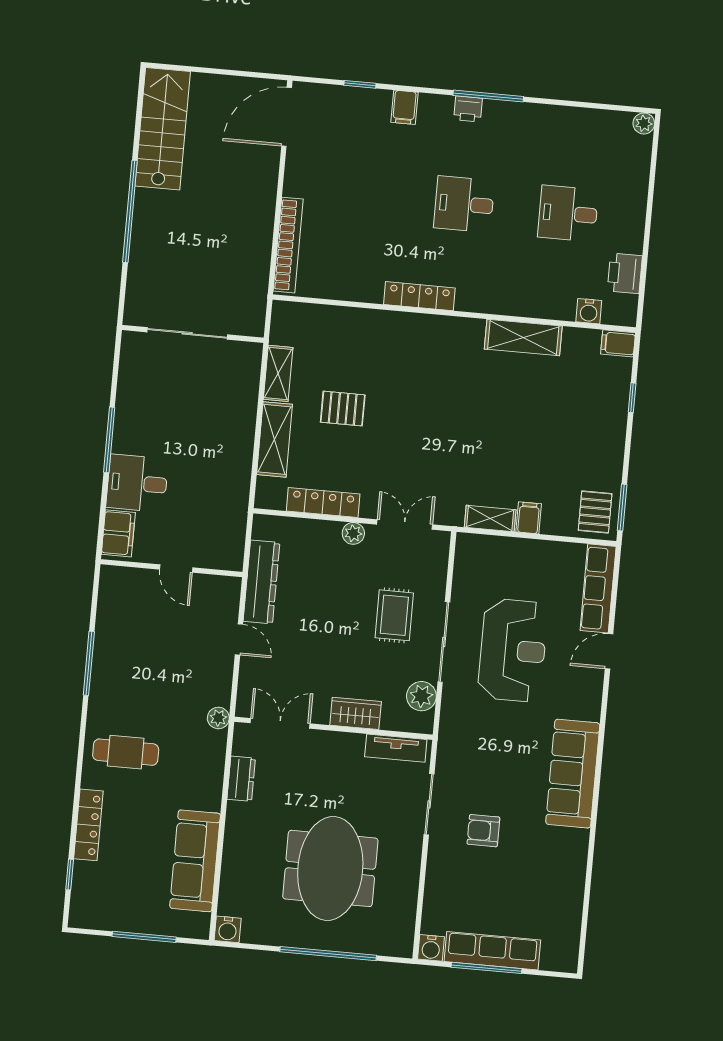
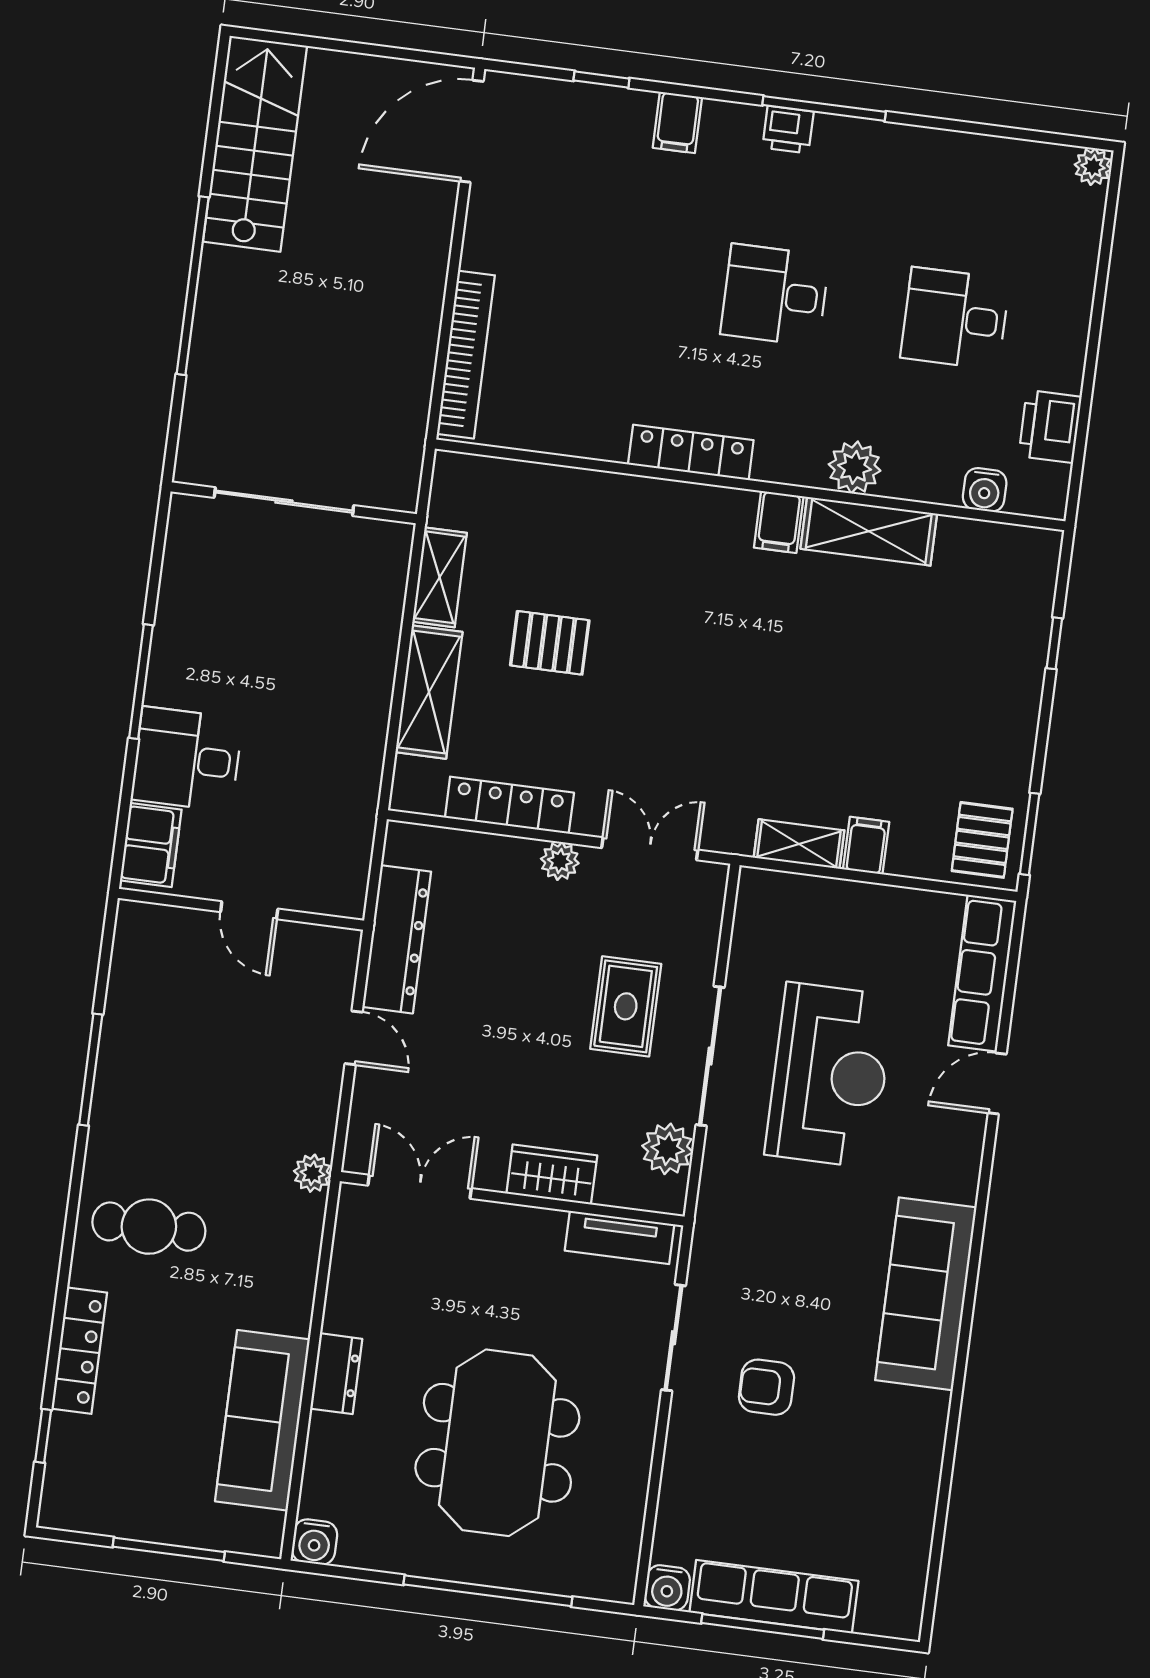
plant: (514, 301) -> (855, 467), added
filing cabinet: (618, 343) -> (779, 522), moved, turned -90
dresser: (241, 779) -> (336, 1374), moved

